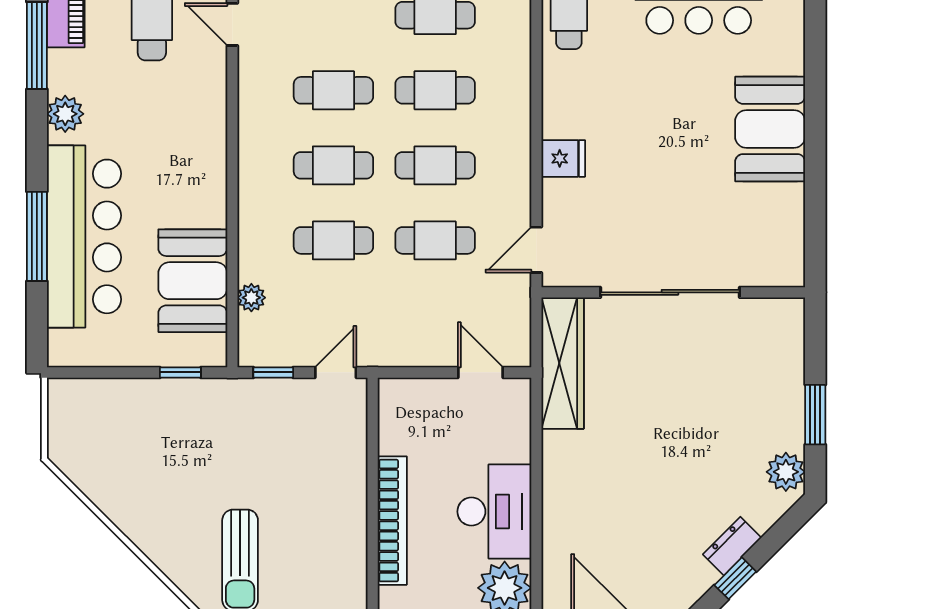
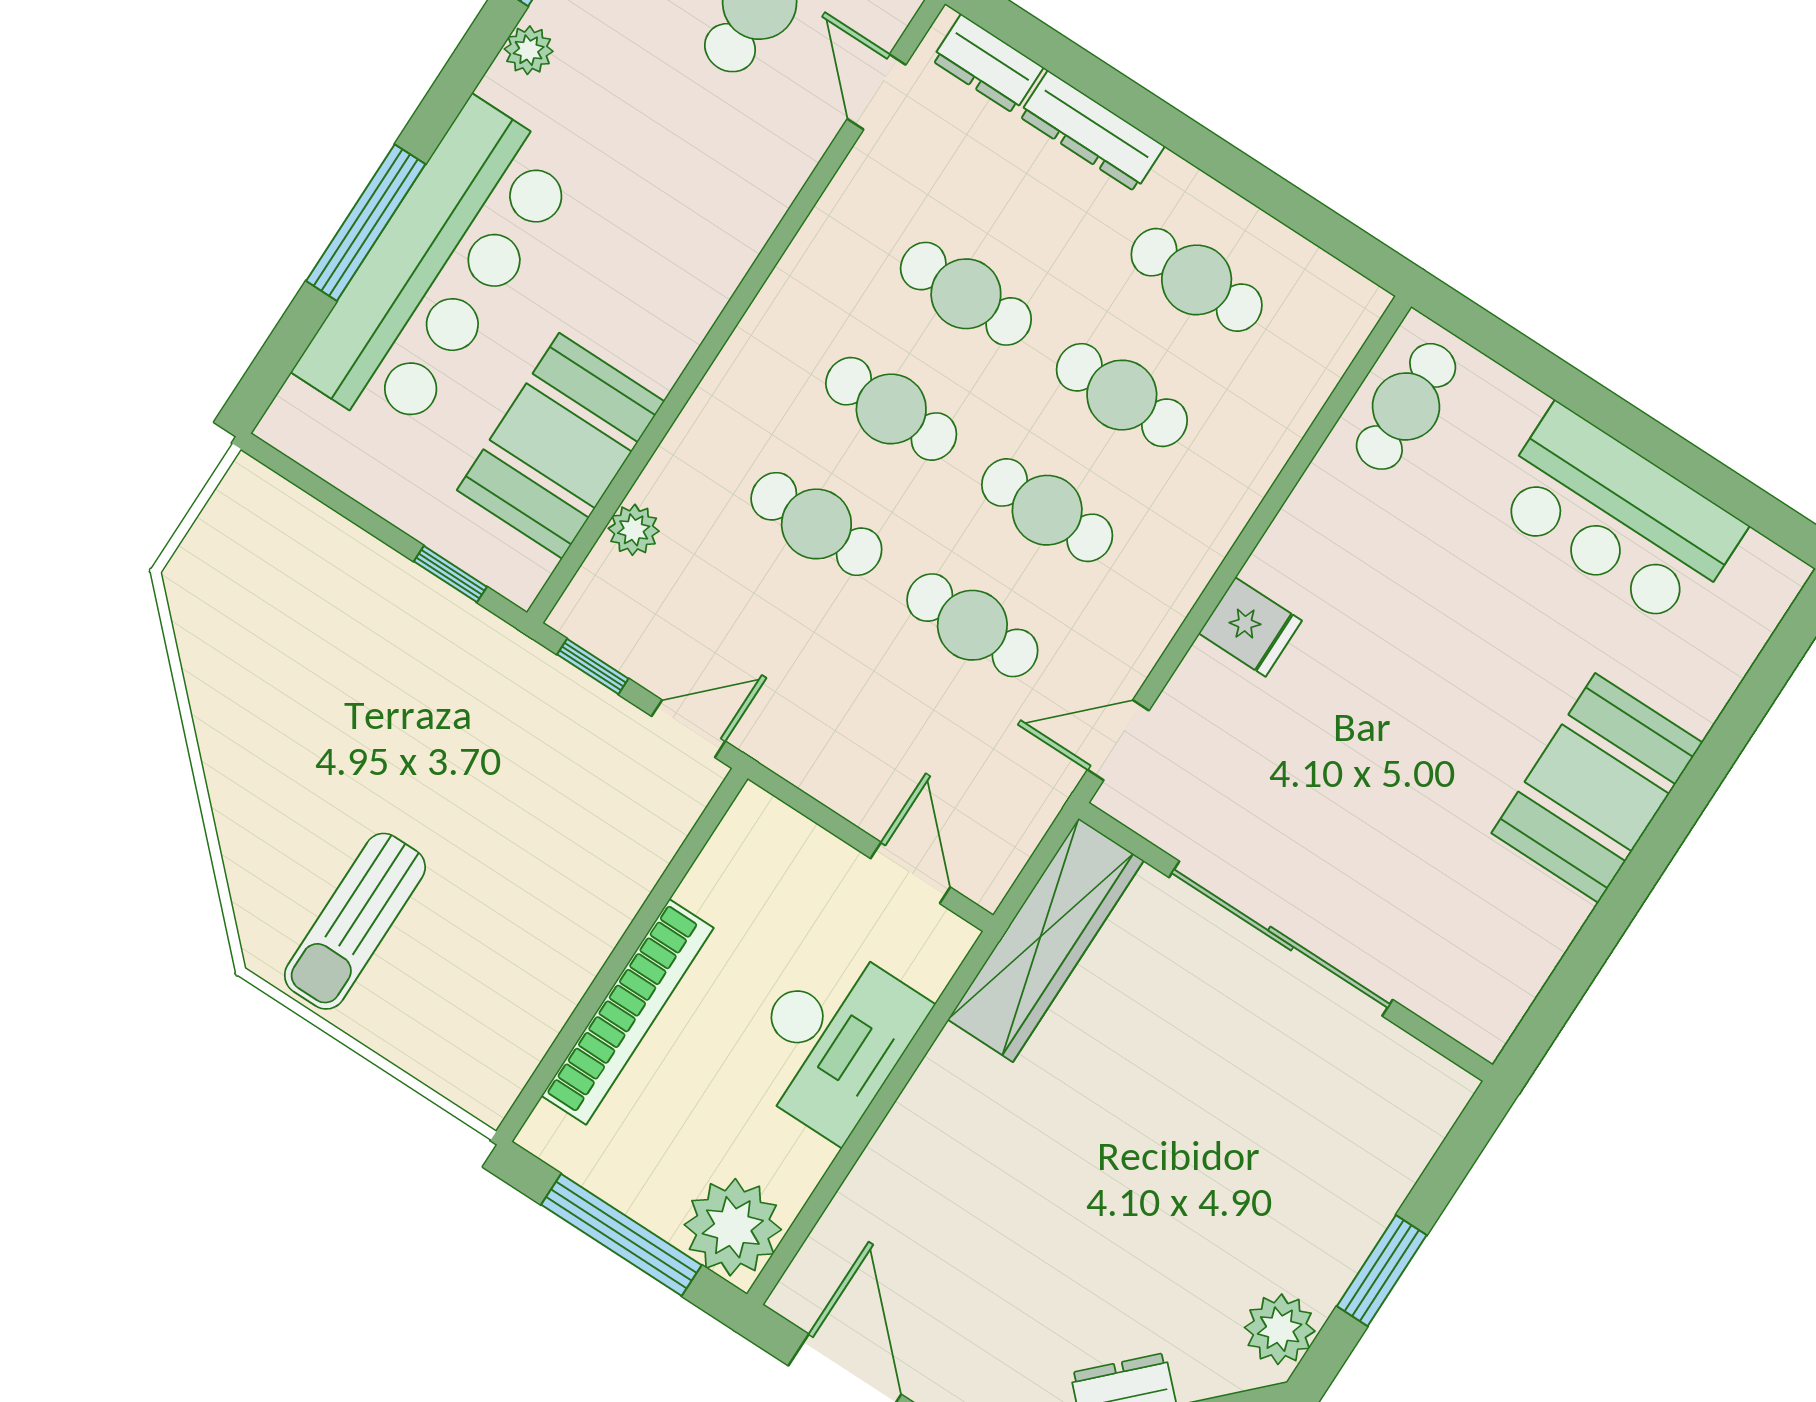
plant: (65, 114) -> (529, 50), width x0.73, depth x0.73
desk: (494, 512) -> (832, 1040), moved

